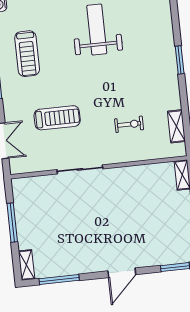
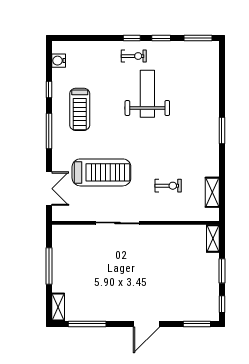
treadmill: (57, 118) -> (101, 172), width x1.37, depth x1.38

